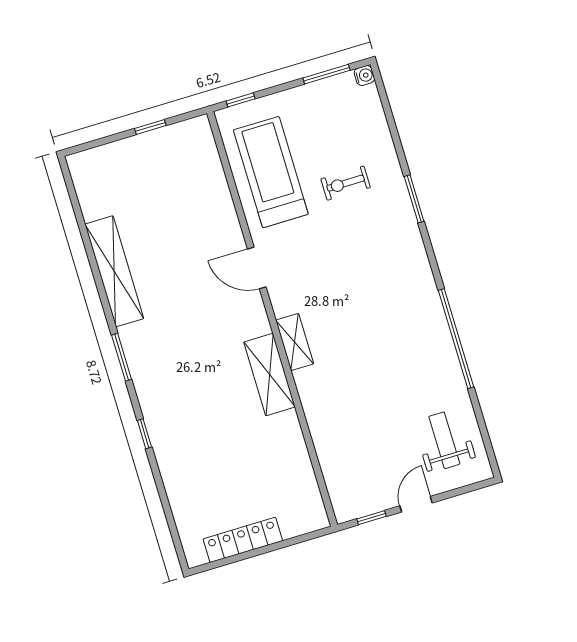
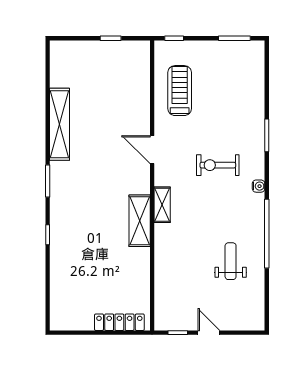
water cooler: (364, 76) -> (259, 186), moved
treadmill: (271, 172) -> (180, 91), width x0.73, depth x0.73
exercise bike: (346, 183) -> (218, 165), moved, width x1.38, depth x1.39
weight bench: (444, 440) -> (231, 261), moved
door: (416, 504) -> (209, 333), hinge flipped
locker: (243, 540) -> (119, 322), moved

